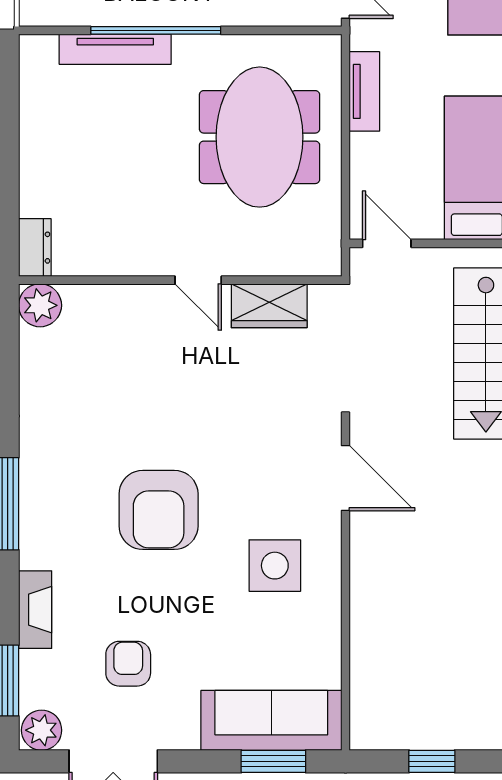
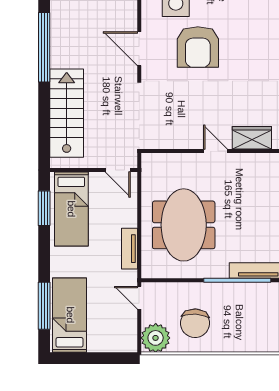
wardrobe: (269, 306) -> (252, 138), moved
armchair: (159, 510) -> (198, 47), moved, turned 180

